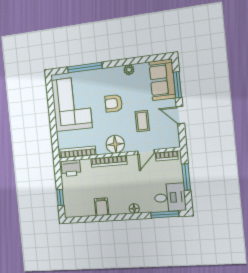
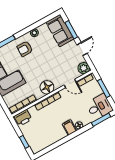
armchair: (114, 103) -> (25, 49), moved
door: (180, 115) -> (82, 49), swing flipped
coffee table: (142, 121) -> (58, 64), removed
plant: (172, 140) -> (84, 68), added
door: (146, 152) -> (70, 83), hinge flipped
filing cabinet: (102, 207) -> (69, 127), moved

